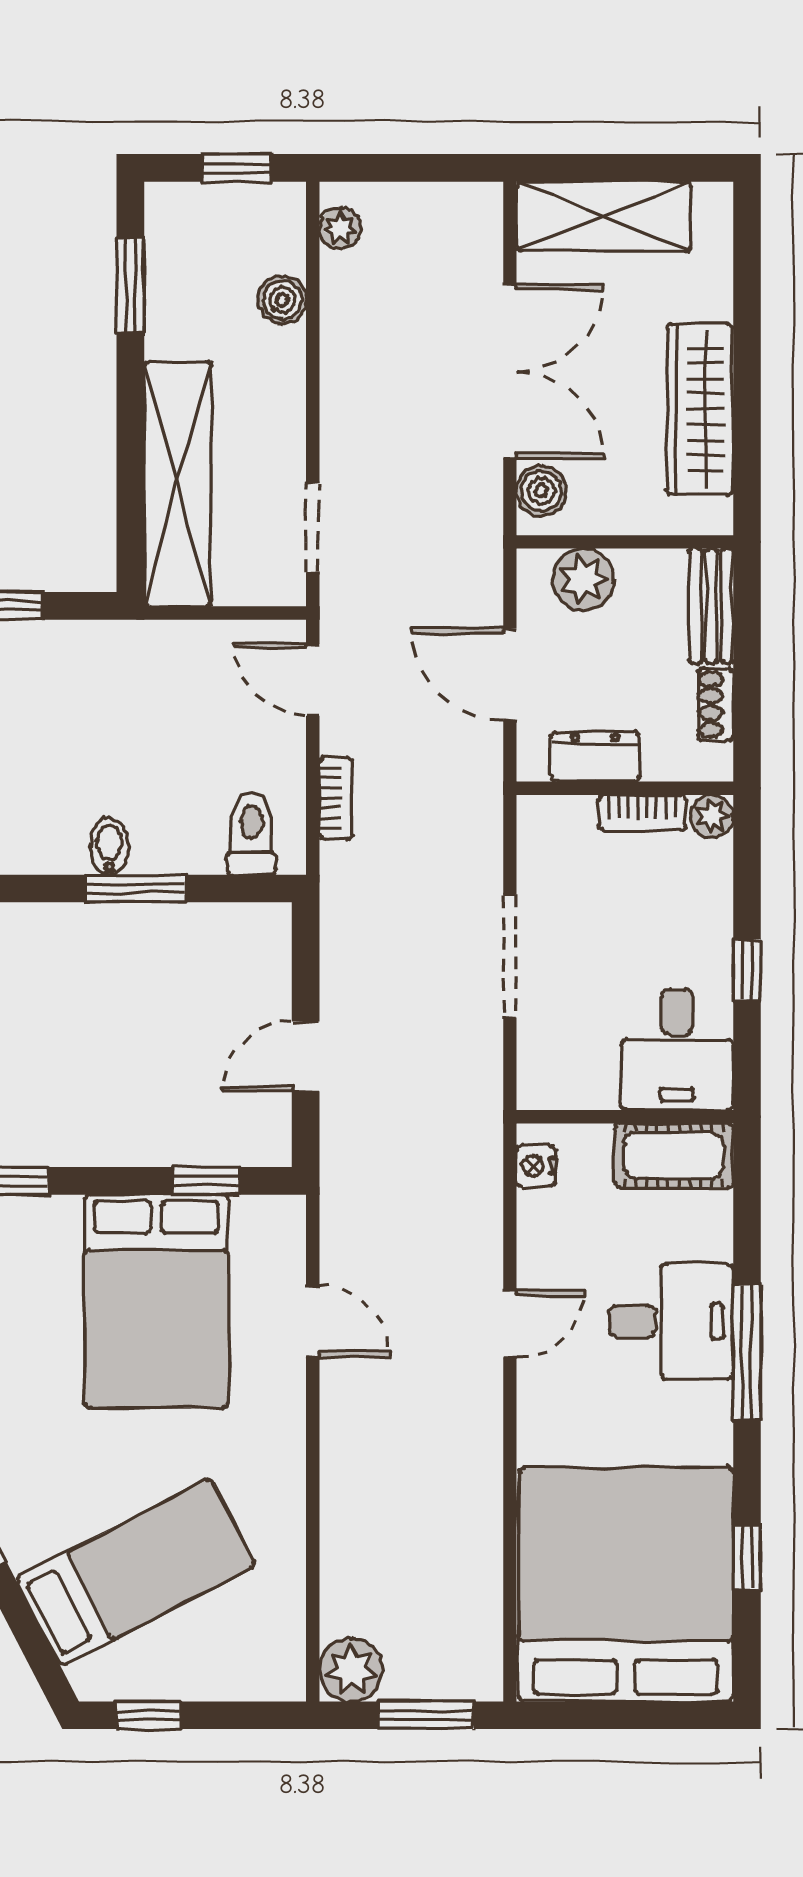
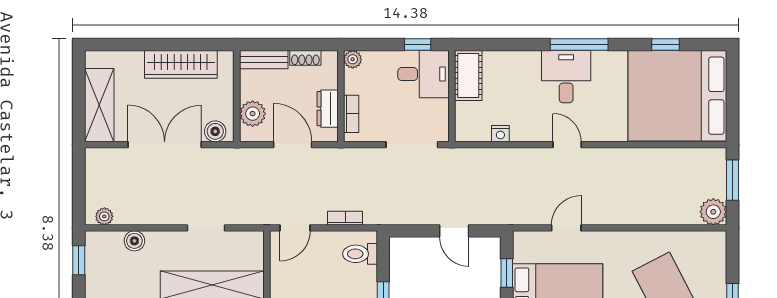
doorway: (313, 528) -> (206, 228), moved
door: (510, 674) -> (293, 145), swing flipped
bookcase: (642, 812) -> (351, 114), moved
desk: (677, 1050) -> (424, 74), moved
wall: (625, 1117) -> (452, 96), moved
cot: (674, 1156) -> (468, 75), moved

